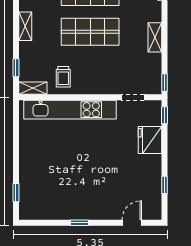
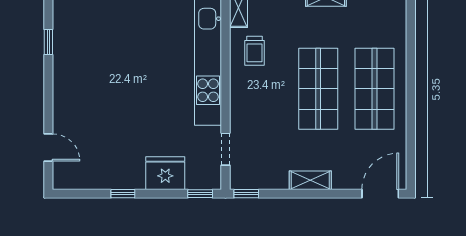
trolley: (63, 77) -> (254, 51), turned -90
window: (164, 185) -> (123, 194), moved
window: (80, 223) -> (48, 42), moved

